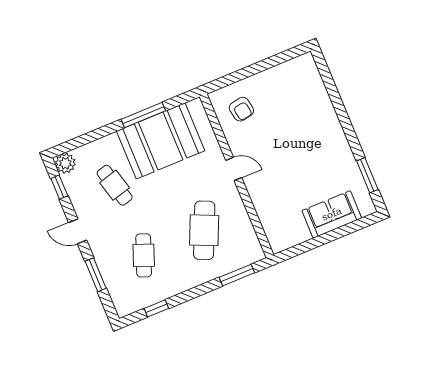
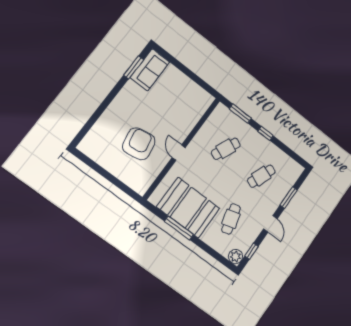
armchair: (241, 109) -> (139, 144), moved, width x1.88, depth x1.88
sofa: (332, 214) -> (150, 70), moved, turned -90
cafe table: (204, 230) -> (226, 149), width x0.73, depth x0.74
window: (156, 308) -> (266, 133), moved

